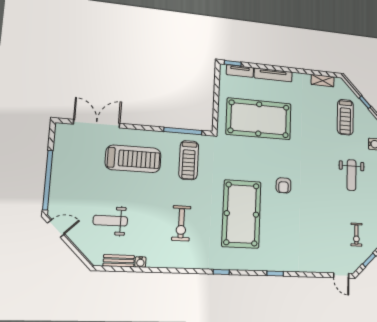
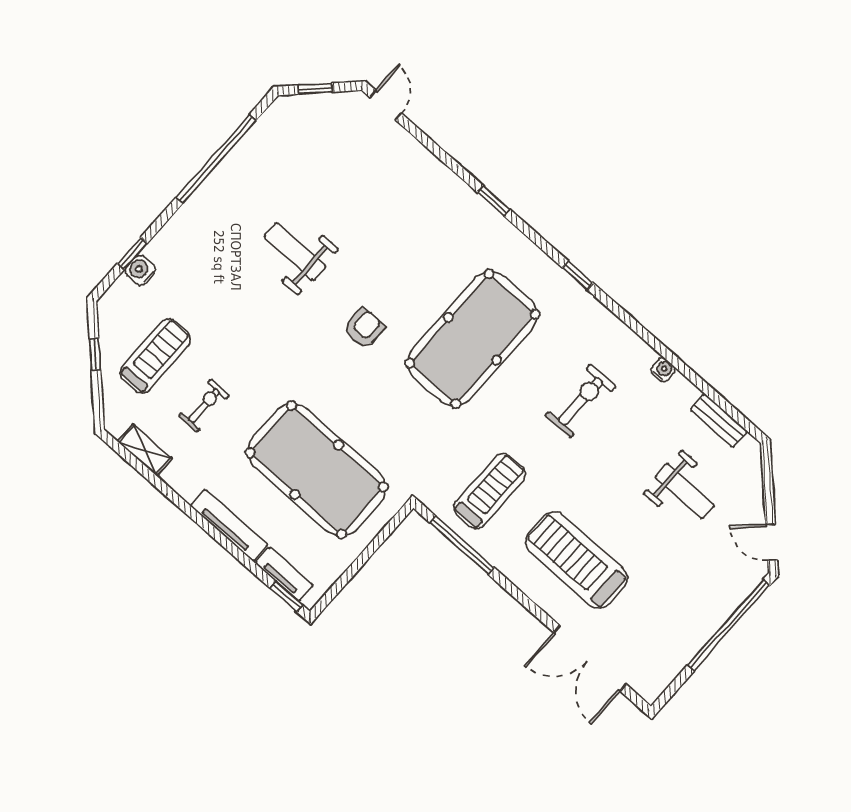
weight bench: (351, 175) -> (295, 252), moved, turned -90
exercise bike: (356, 235) -> (204, 406), moved
water cooler: (140, 262) -> (663, 370), moved

